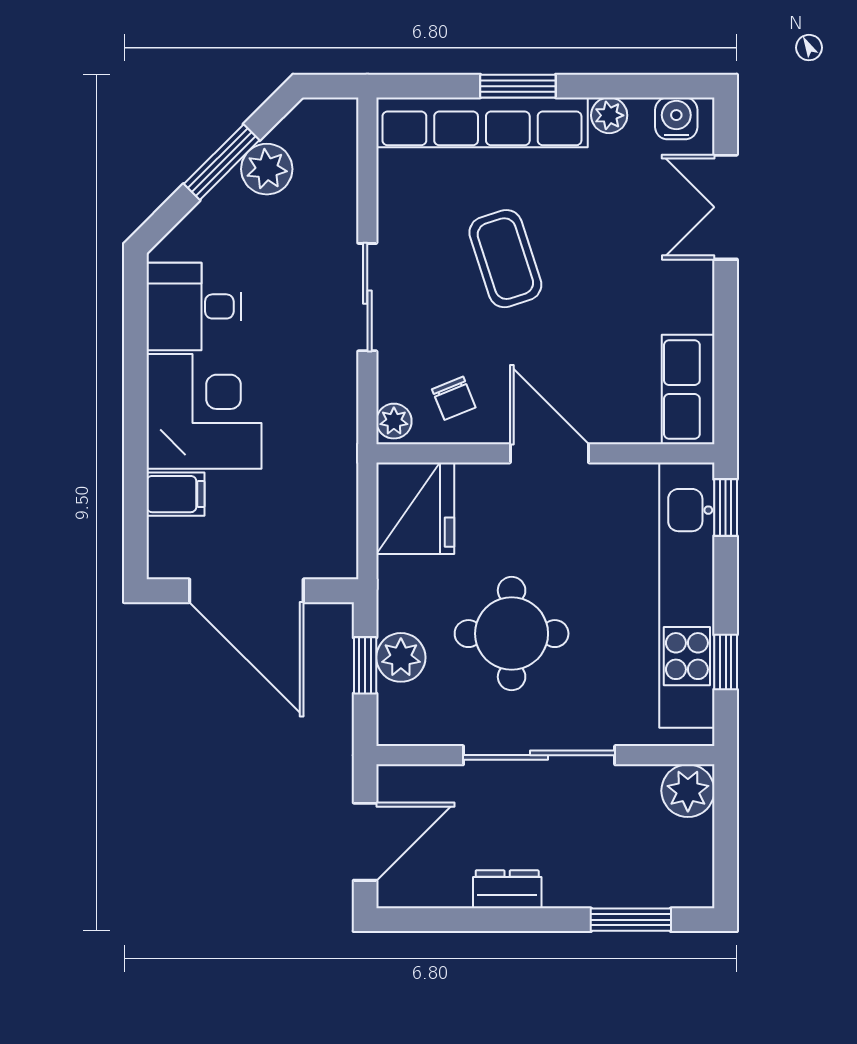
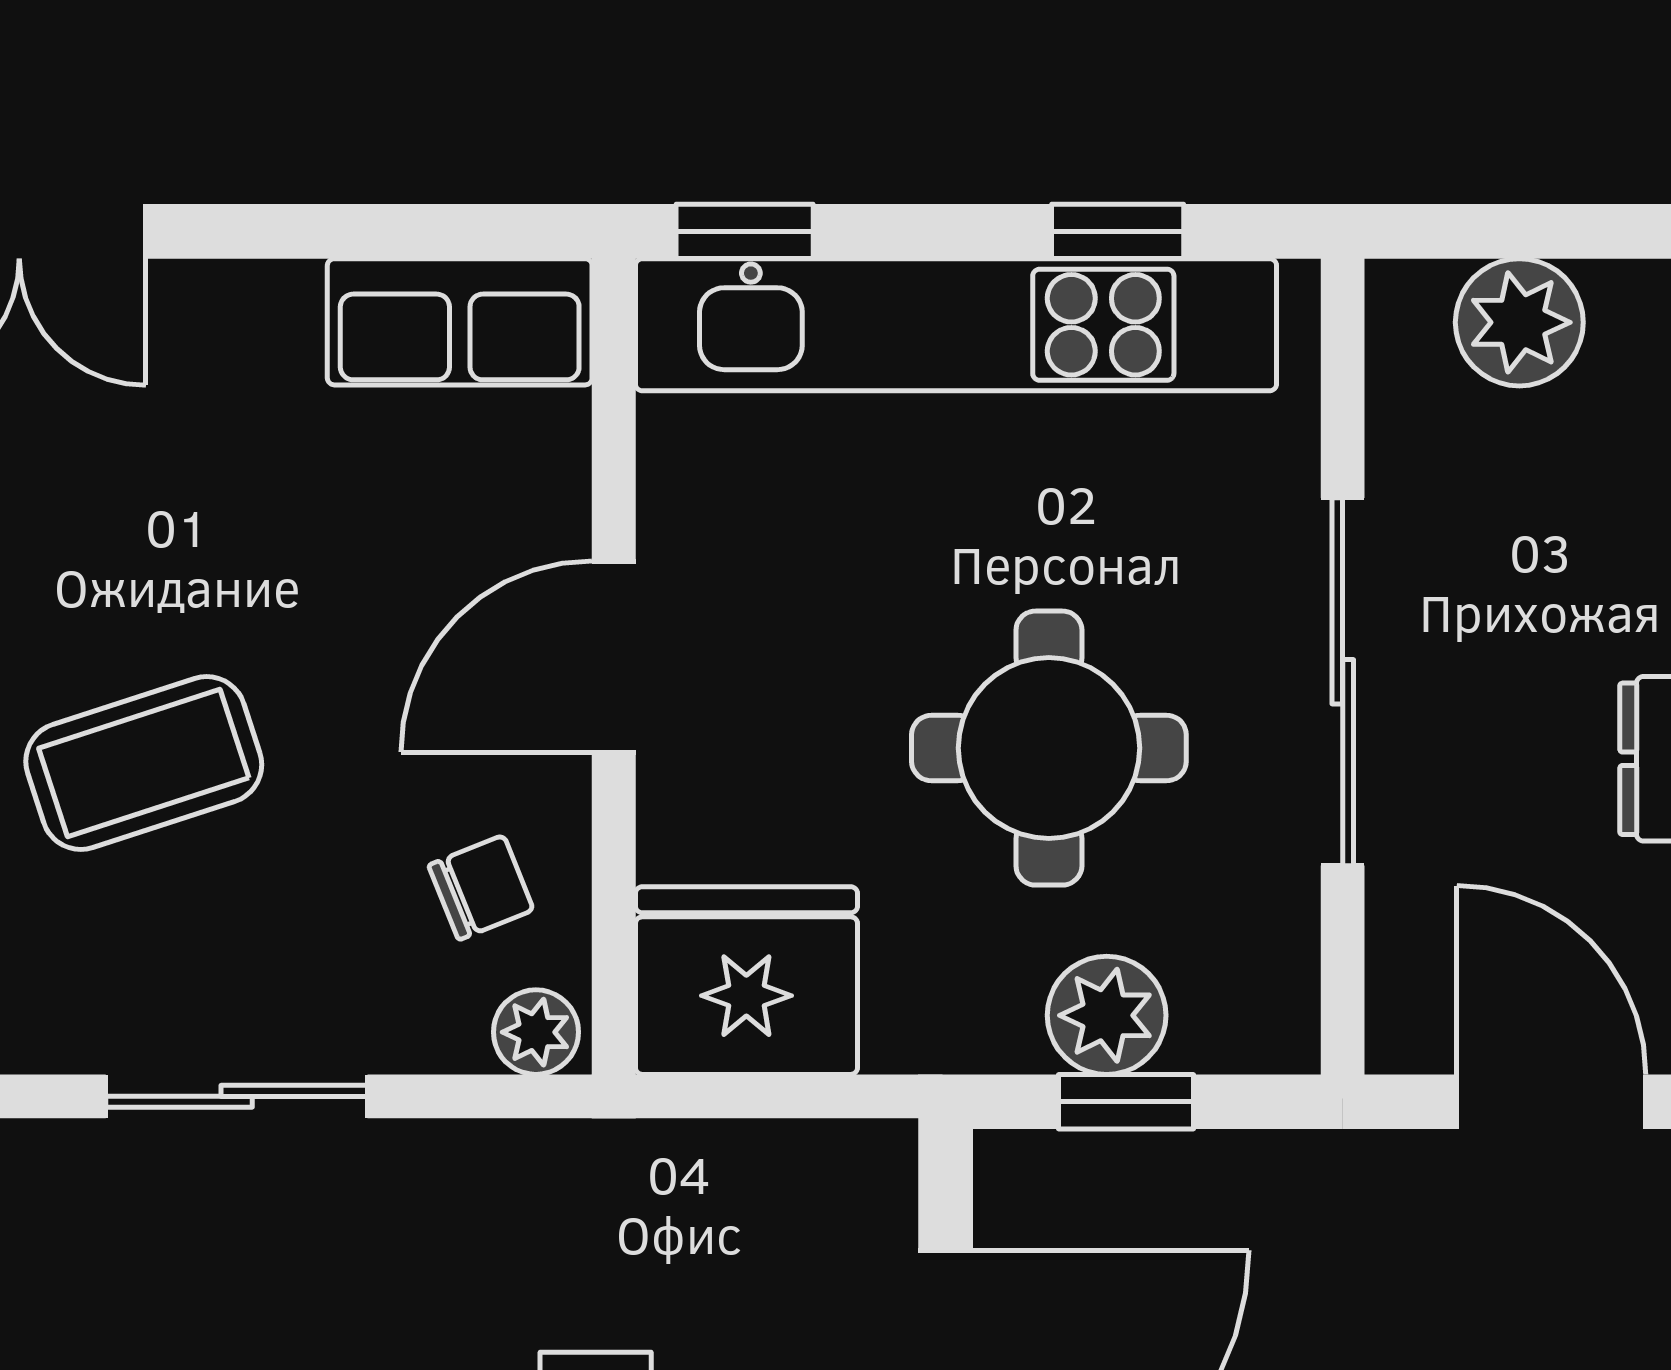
plant: (688, 791) -> (1519, 322), moved

